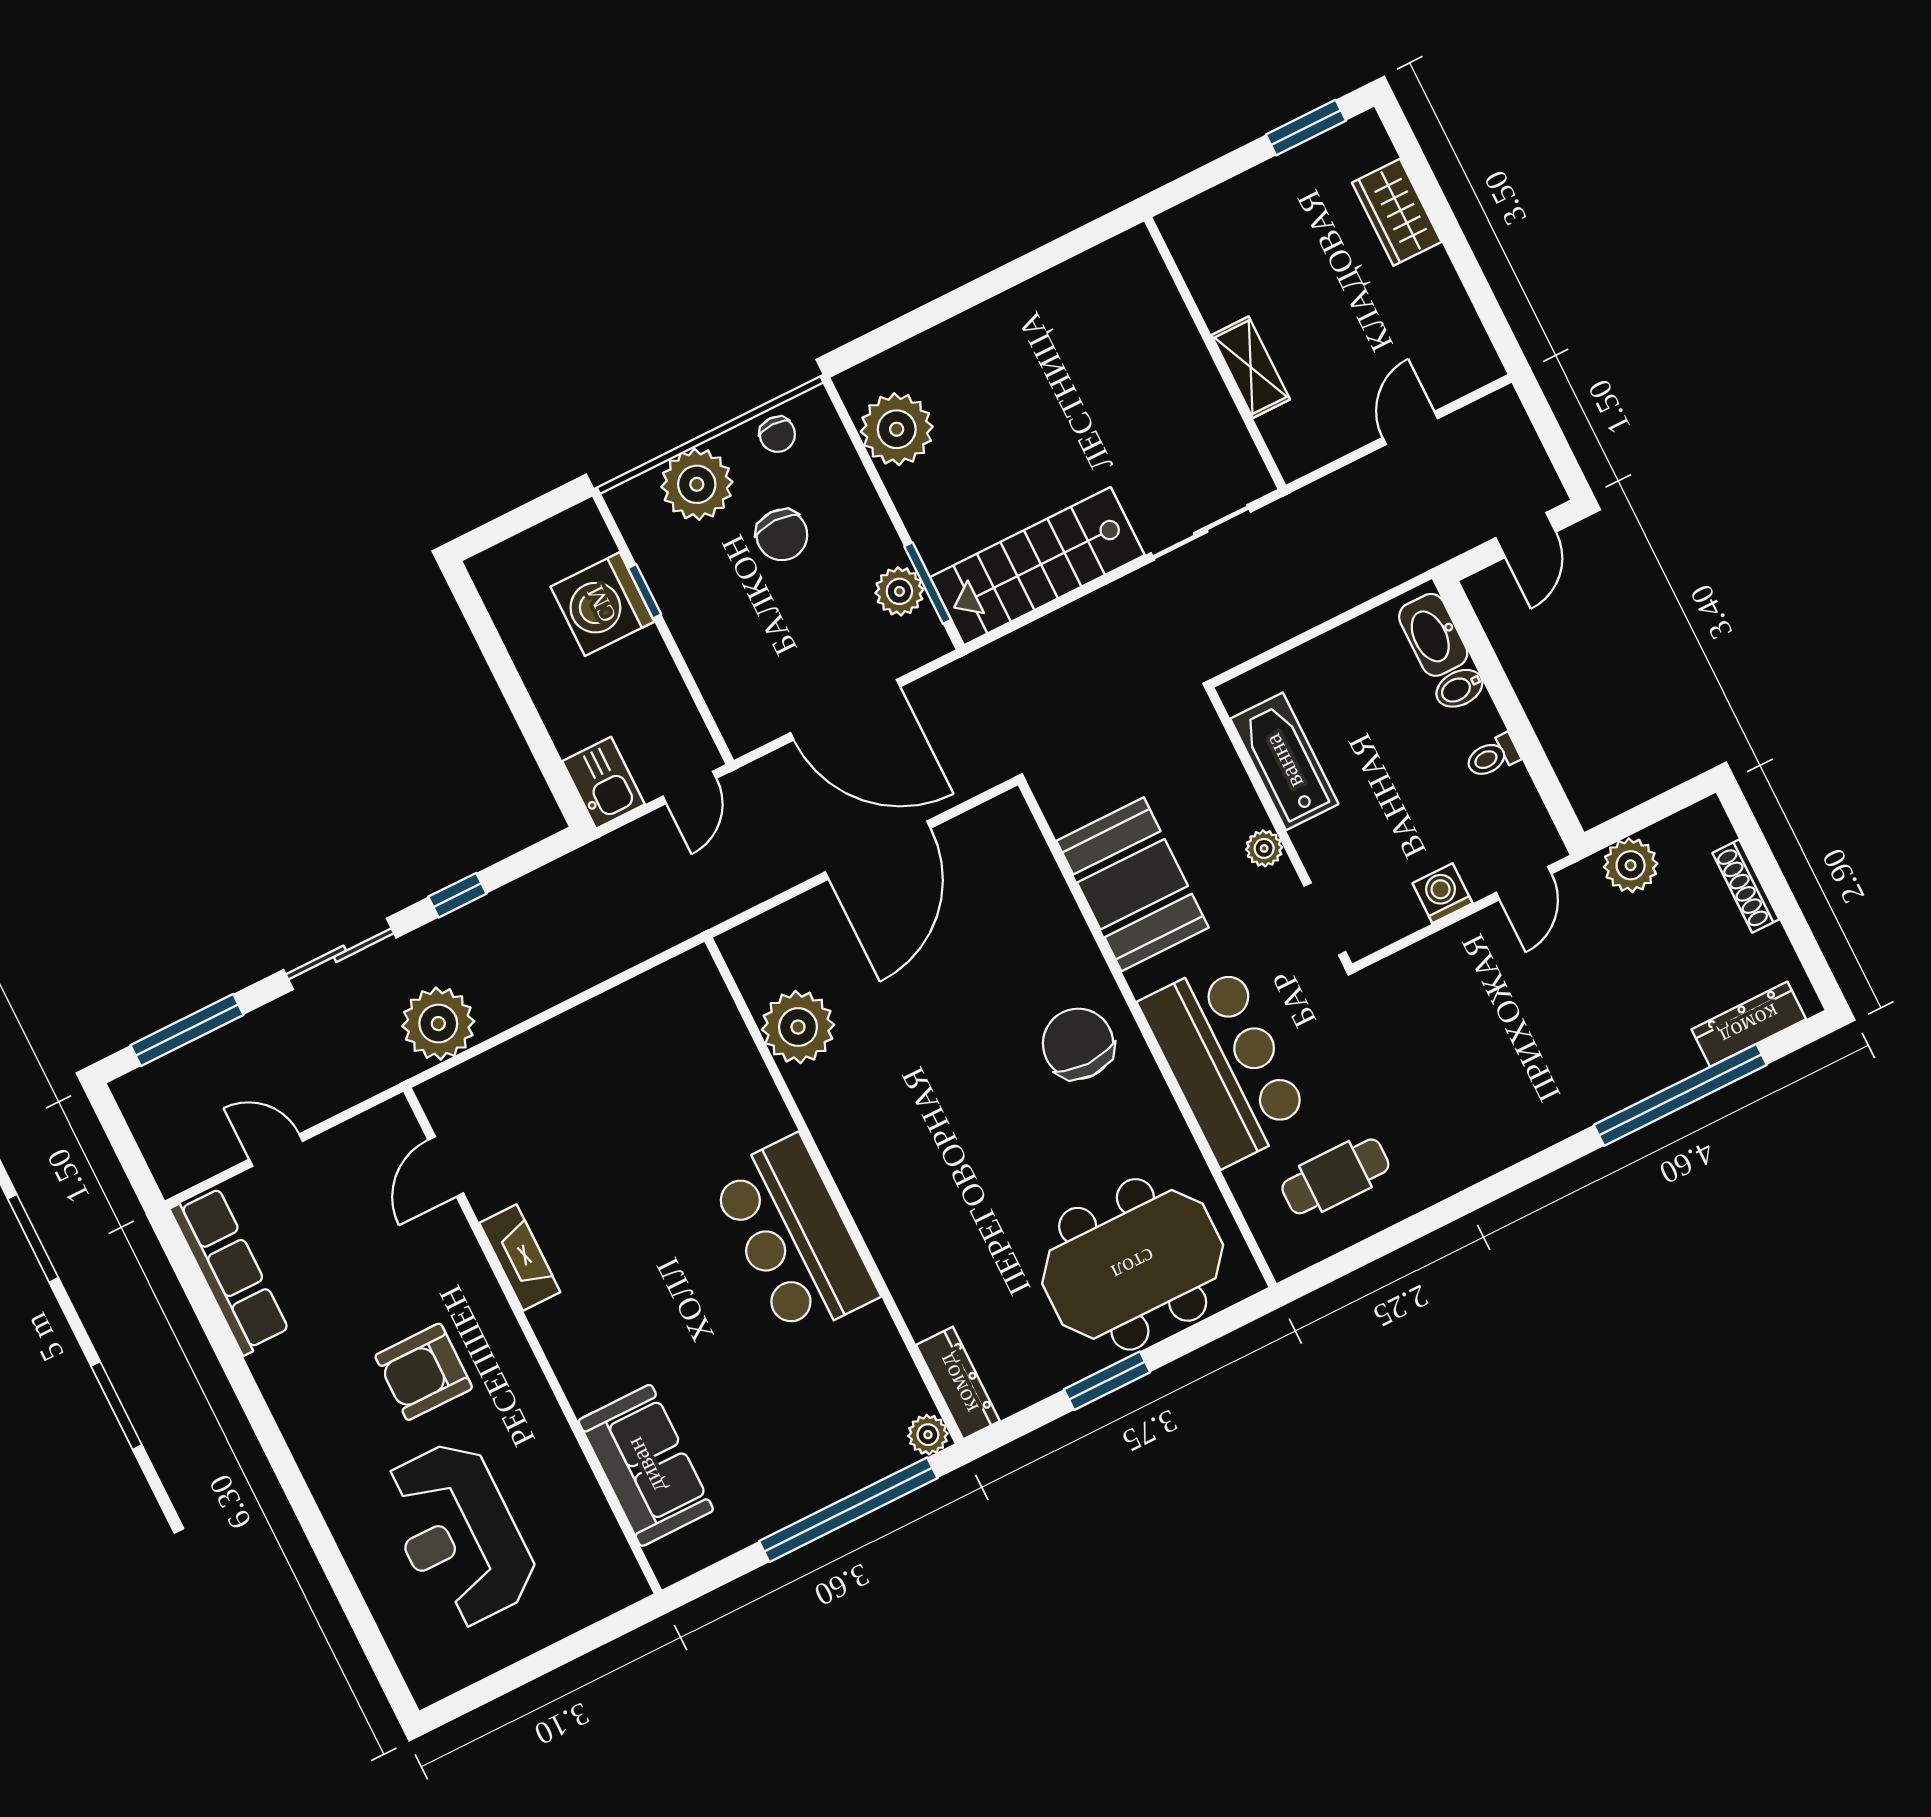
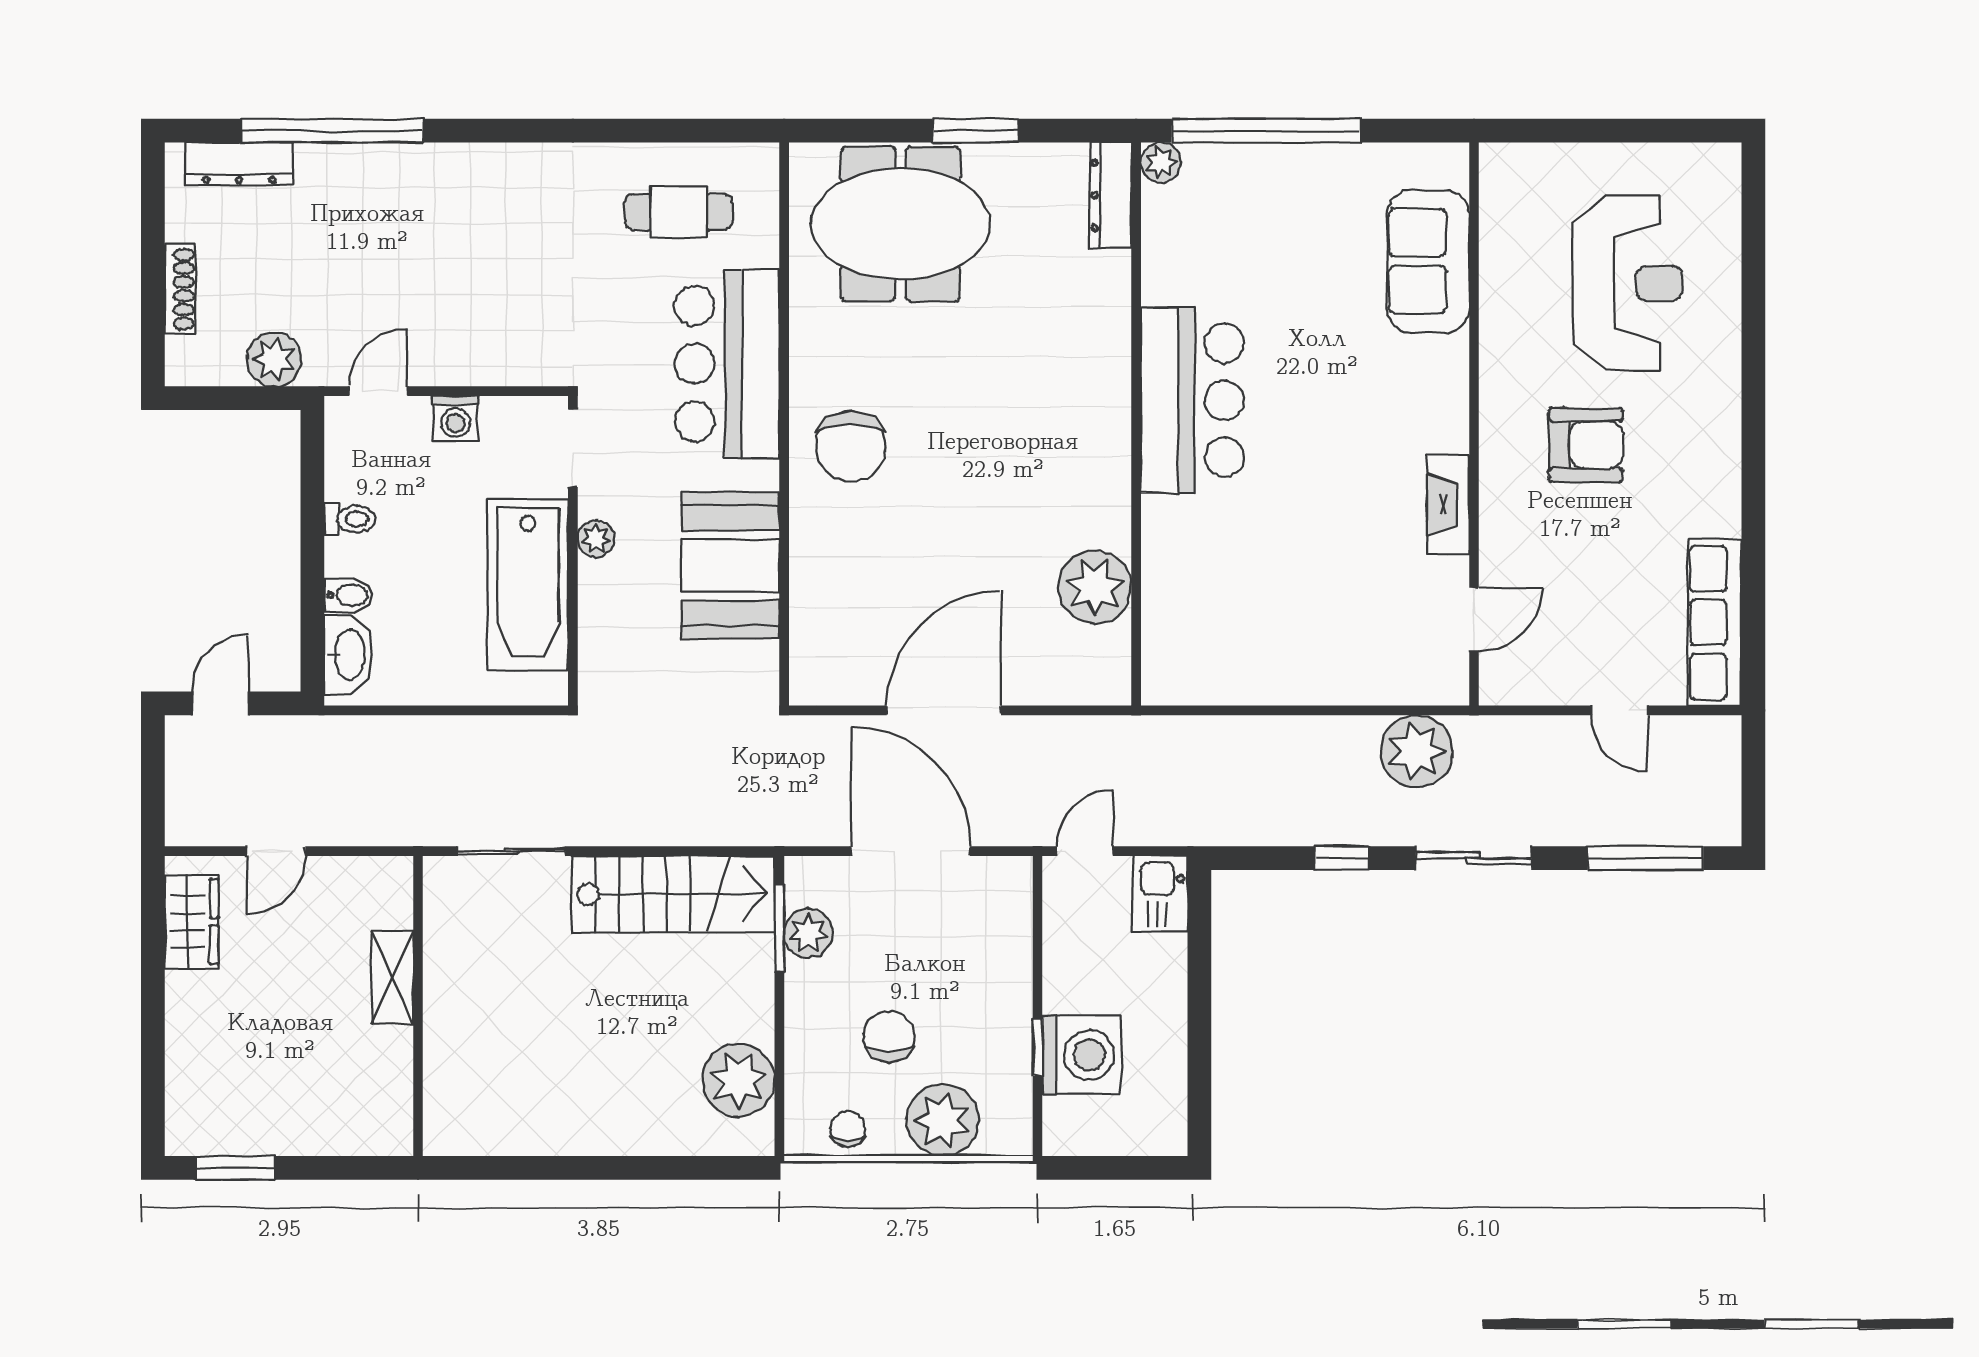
wardrobe: (1397, 212) -> (192, 922), moved
bathtub: (1284, 761) -> (528, 585), width x1.36, depth x1.36

